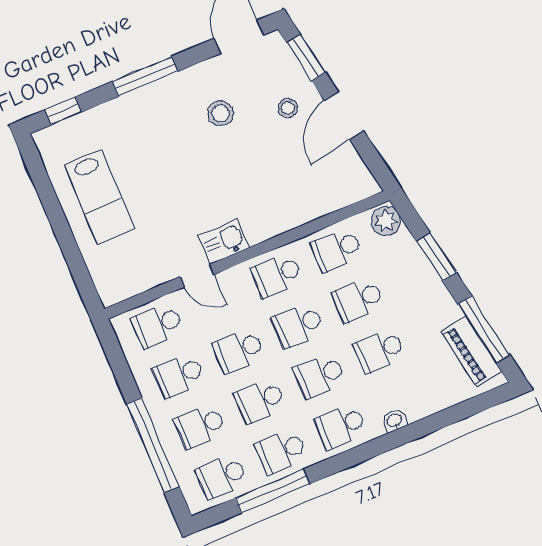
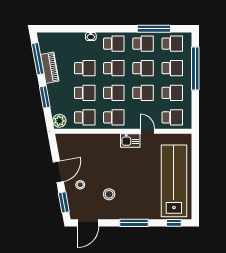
lab bench: (99, 197) -> (174, 181), width x1.86, depth x1.39
piano: (471, 352) -> (50, 68), moved

